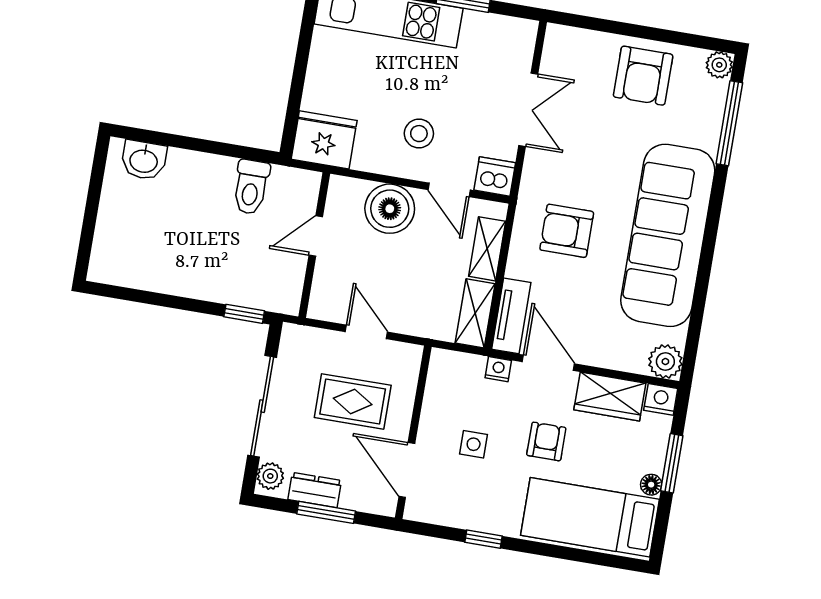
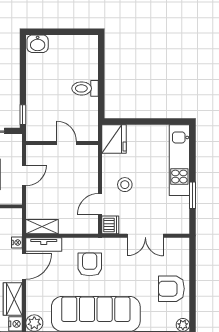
washbasin: (144, 160) -> (38, 44), moved, turned -90
toilet: (251, 187) -> (85, 88), moved
boiler: (390, 209) -> (86, 177), removed
shelving: (487, 249) -> (74, 227), removed

